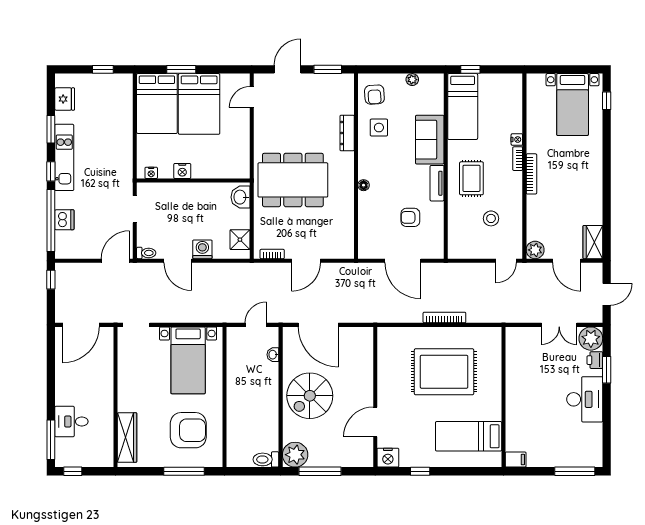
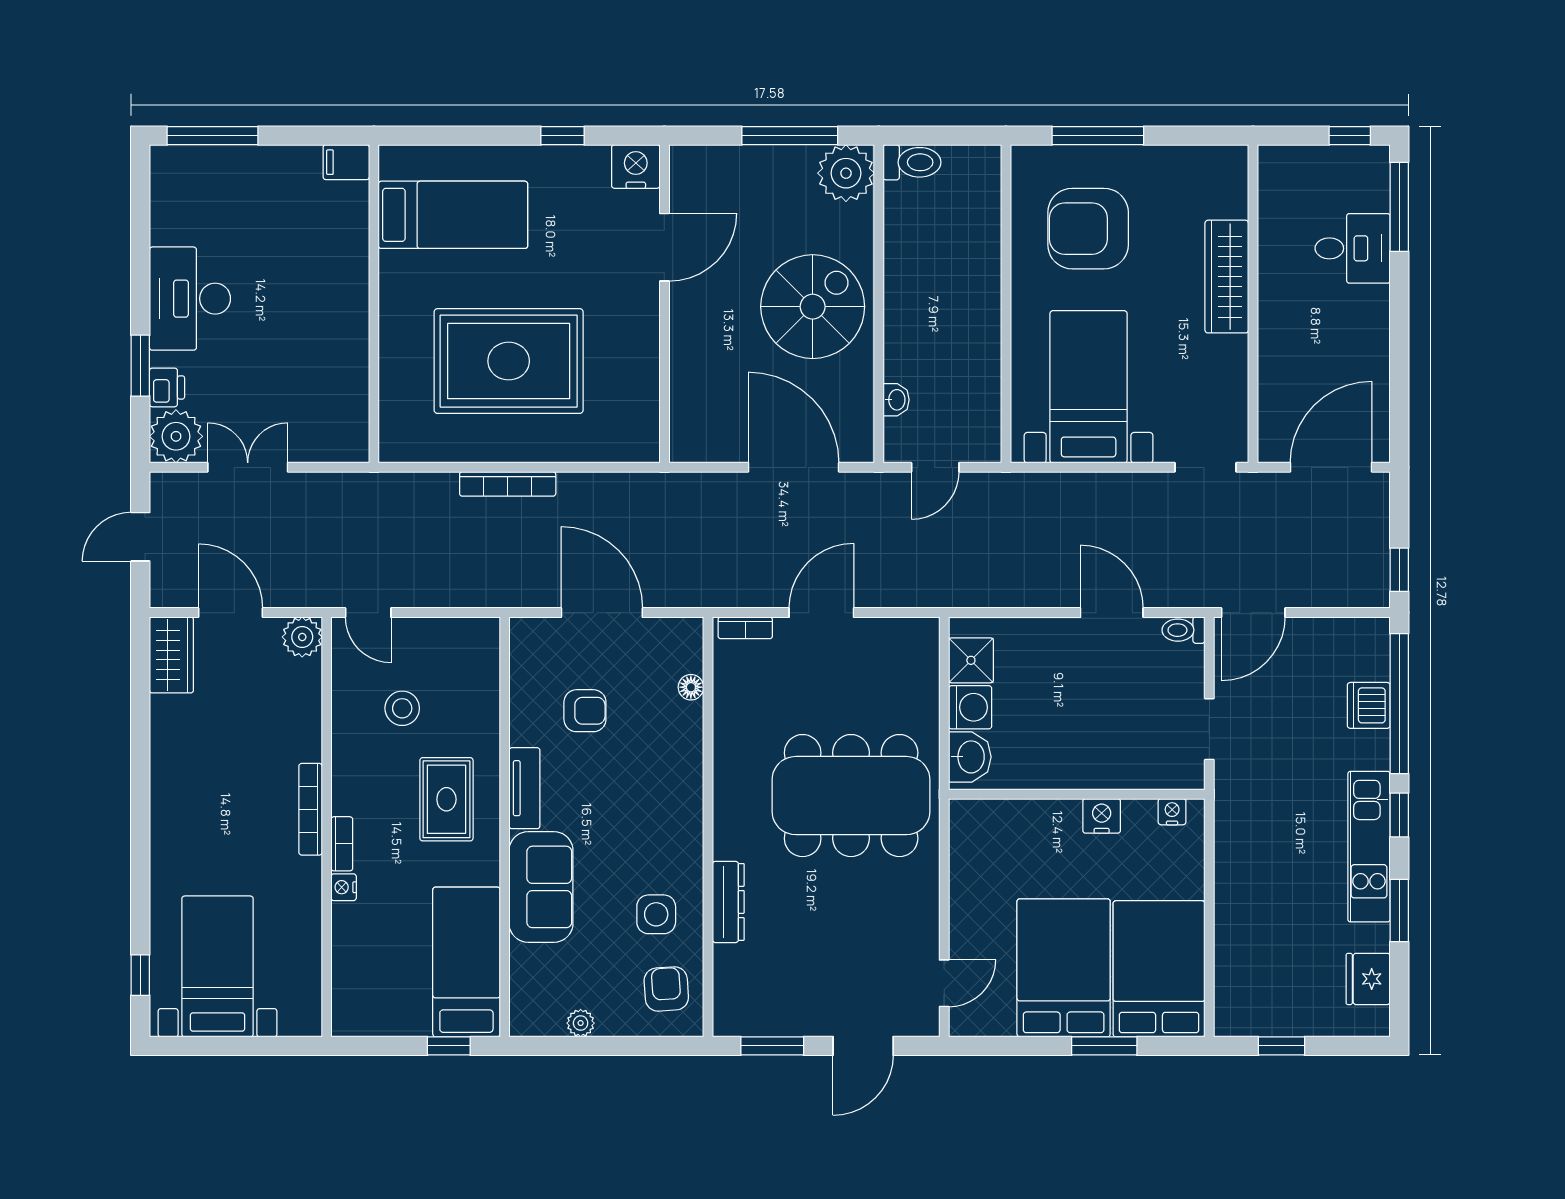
floor lamp: (364, 185) -> (691, 687), moved
washing machine: (202, 249) -> (970, 707), moved, turned -90
bookcase: (272, 254) -> (745, 628), moved
door: (506, 261) -> (368, 613), swing flipped
wardrobe: (127, 437) -> (1227, 277), moved

